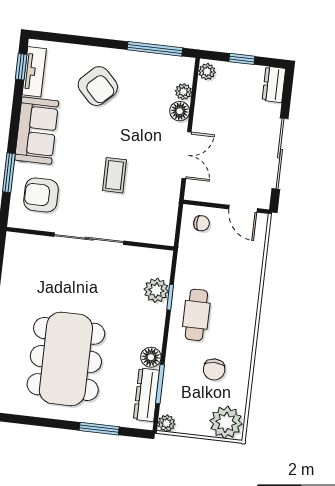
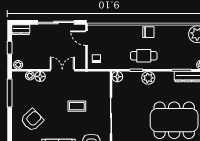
door: (243, 209) -> (86, 38), swing flipped
plant: (156, 290) -> (148, 78), moved
floor lamp: (151, 357) -> (117, 77), moved
chair: (214, 369) -> (148, 32), moved

